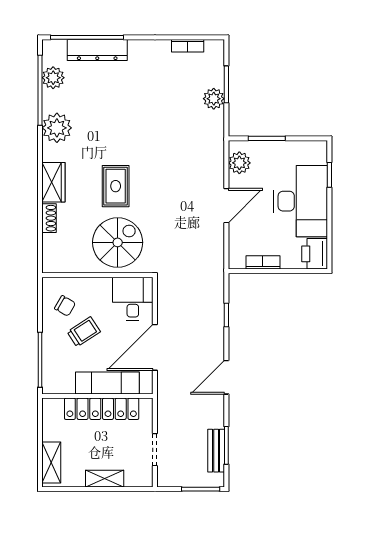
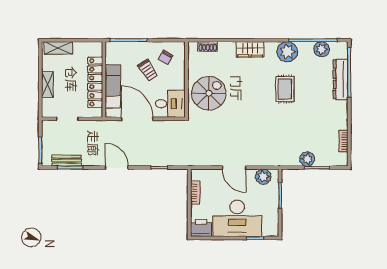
rug: (116, 186) -> (285, 89), moved, turned 90
shoe rack: (49, 218) -> (208, 46), moved
spiral stairs: (118, 242) -> (209, 93), turned -90

